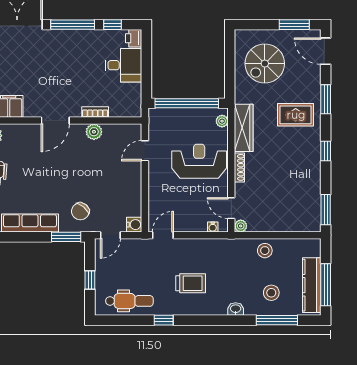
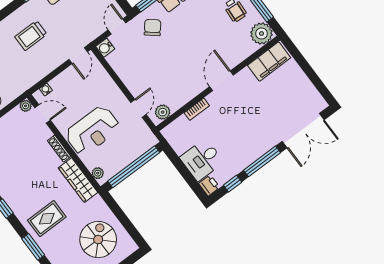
plant: (94, 132) -> (163, 112), moved

